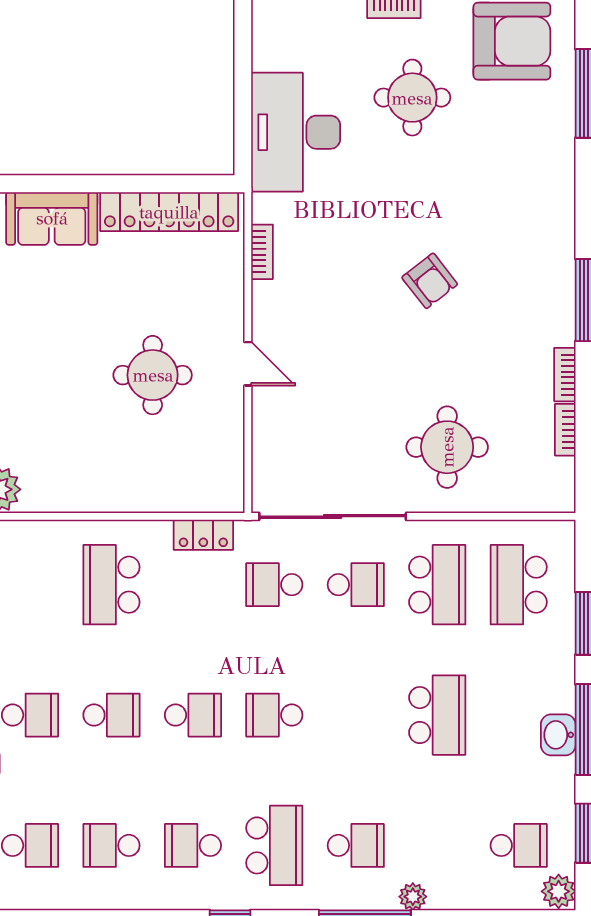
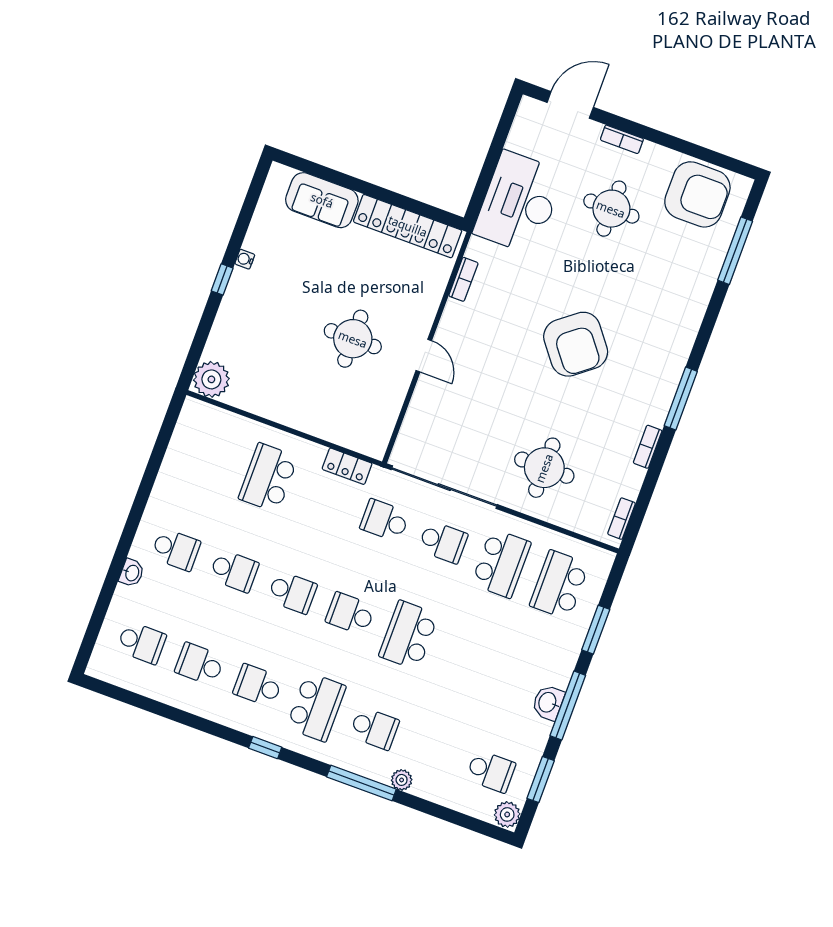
armchair: (430, 281) -> (576, 344), width x1.88, depth x1.88
bookcase: (565, 430) -> (621, 519), moved
school desk: (437, 715) -> (409, 635), moved, turned 180

